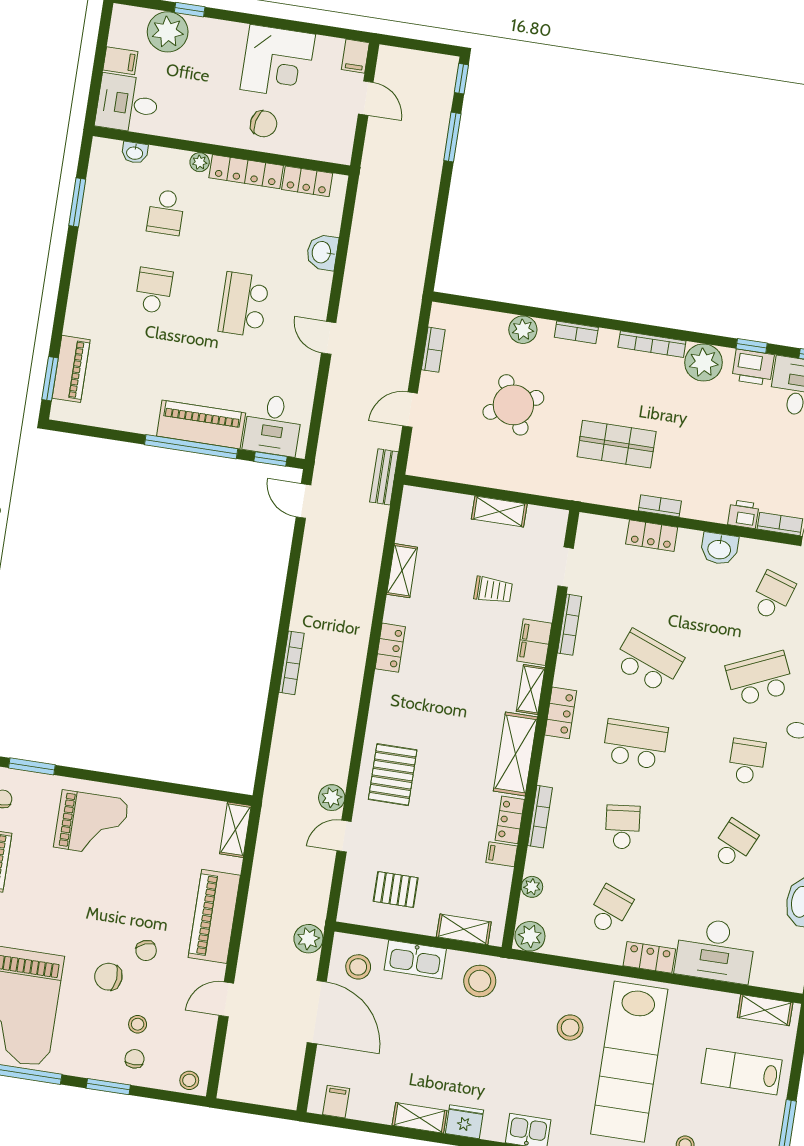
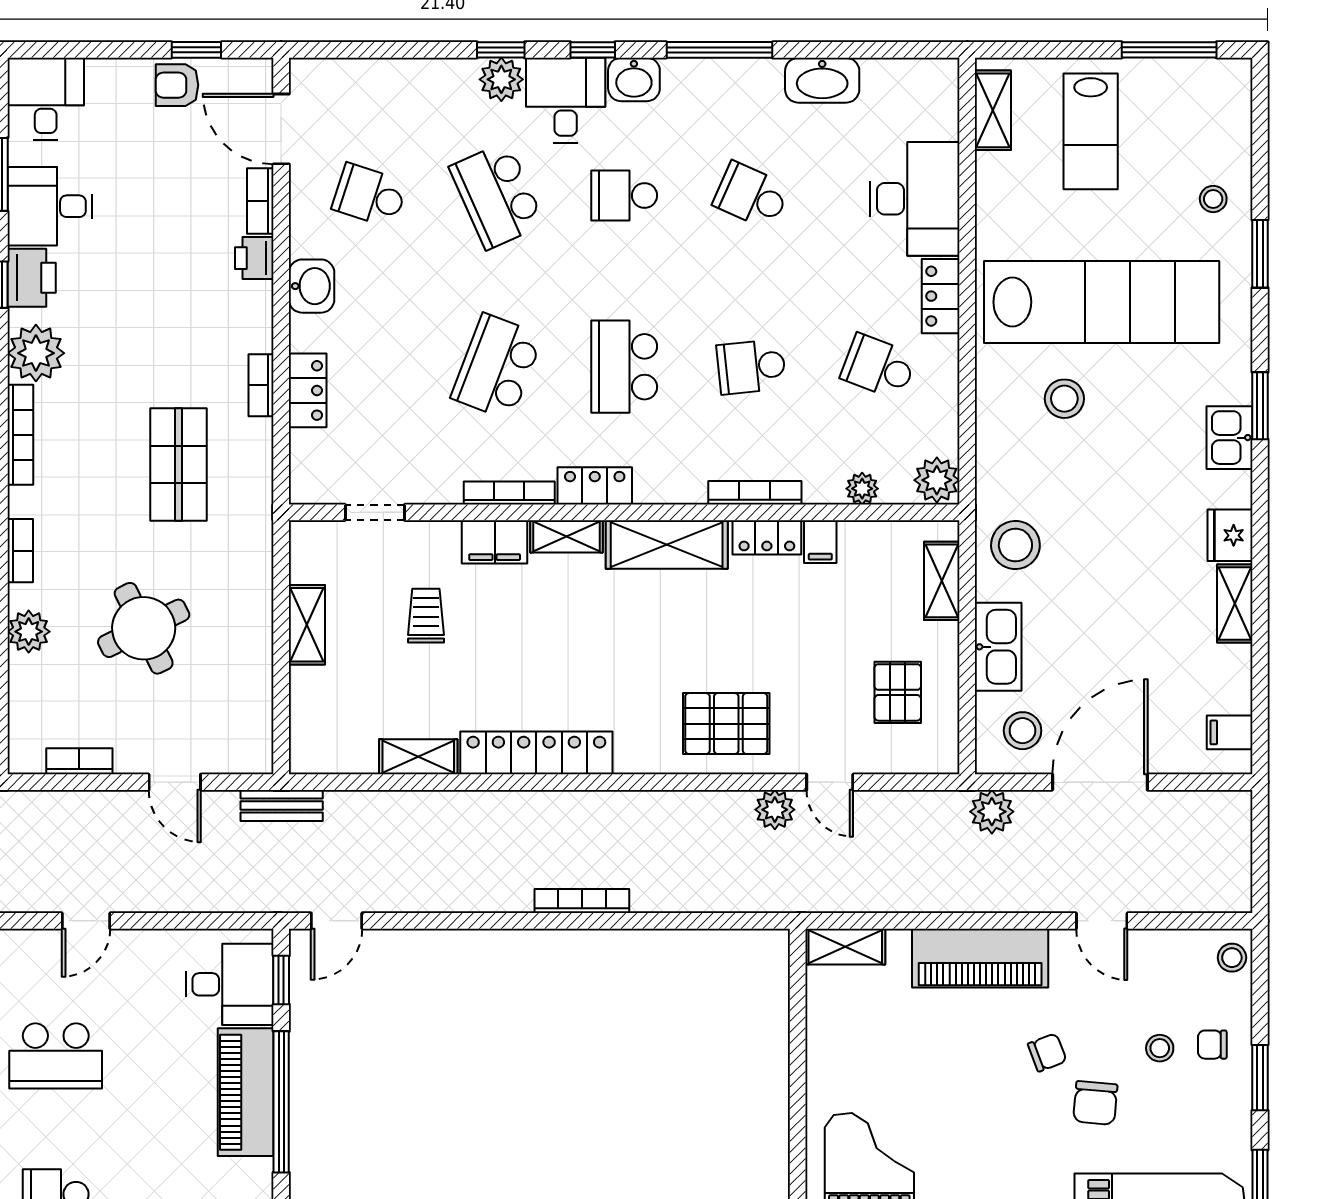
bookcase: (570, 625) -> (509, 493), moved
locker: (390, 648) -> (536, 753), width x2.16, depth x1.21

